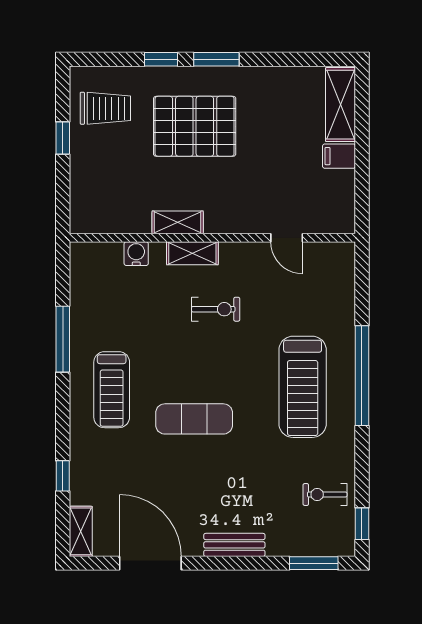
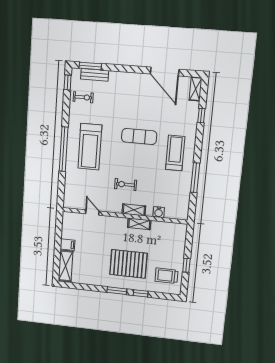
treadmill: (303, 387) -> (90, 147), turned 180
bench: (234, 545) -> (95, 75), moved

